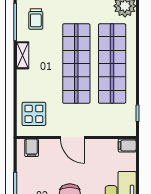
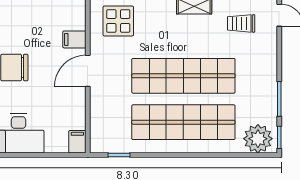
filing cabinet: (32, 148) -> (74, 39), moved

